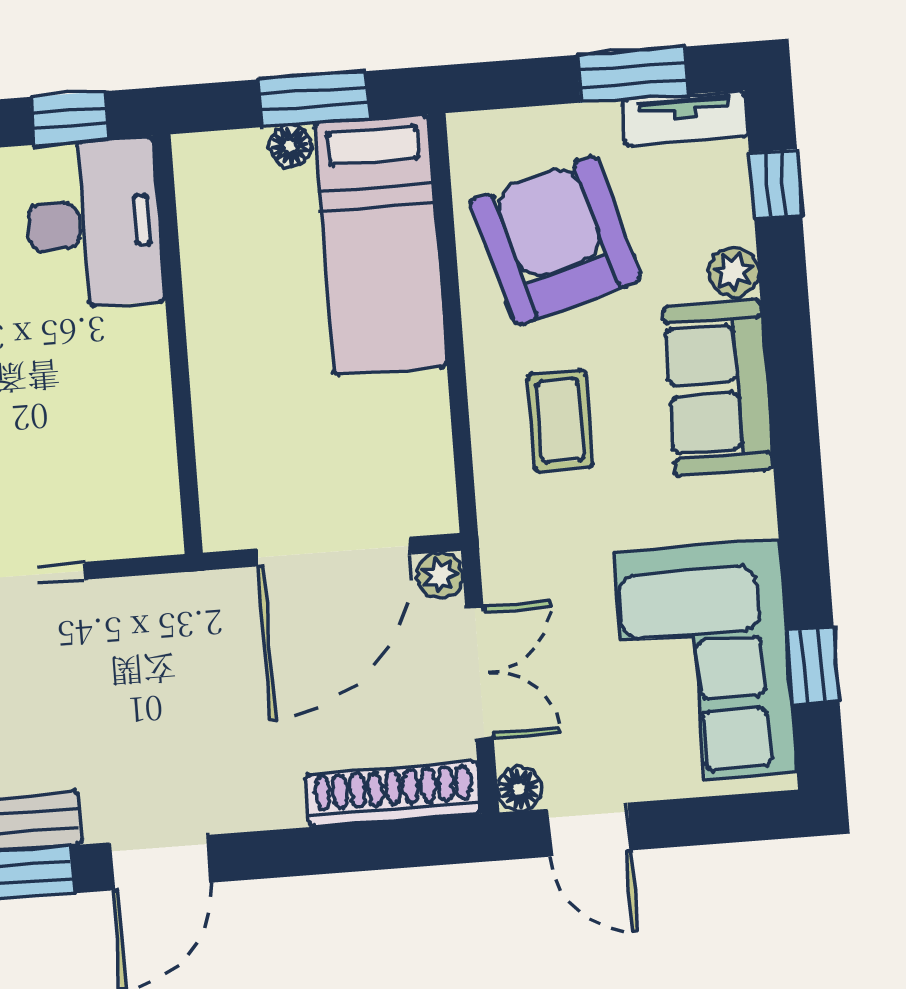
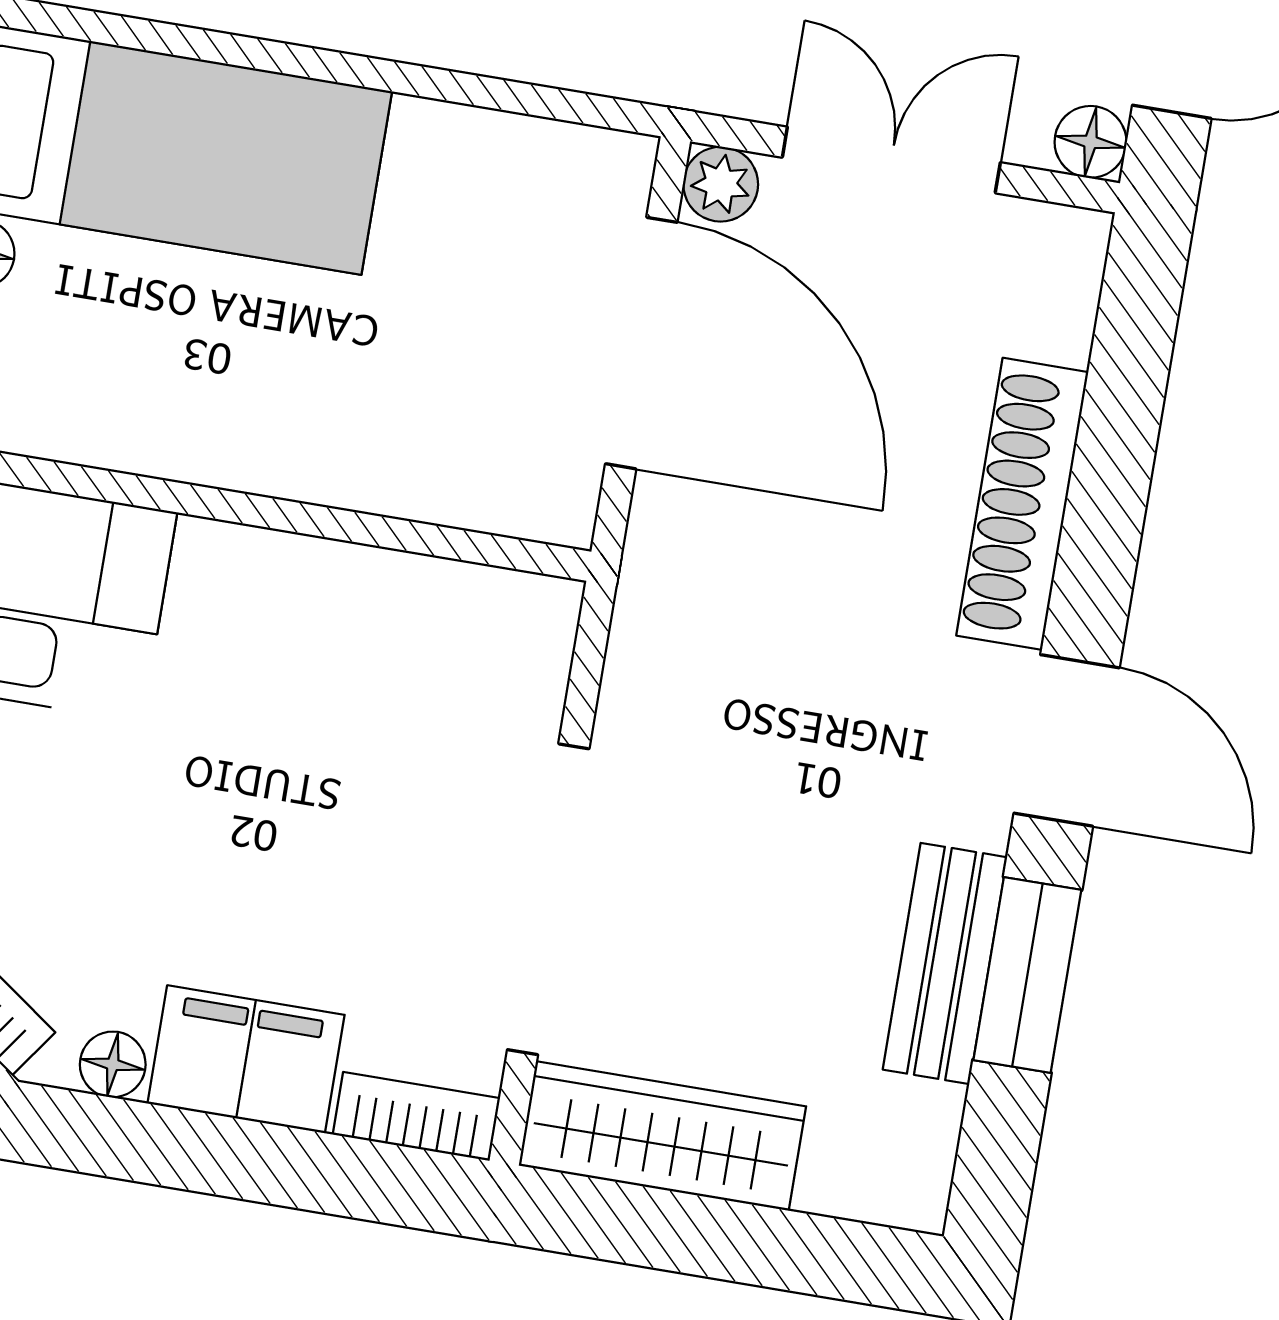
shoe rack: (393, 794) -> (1022, 504), moved

